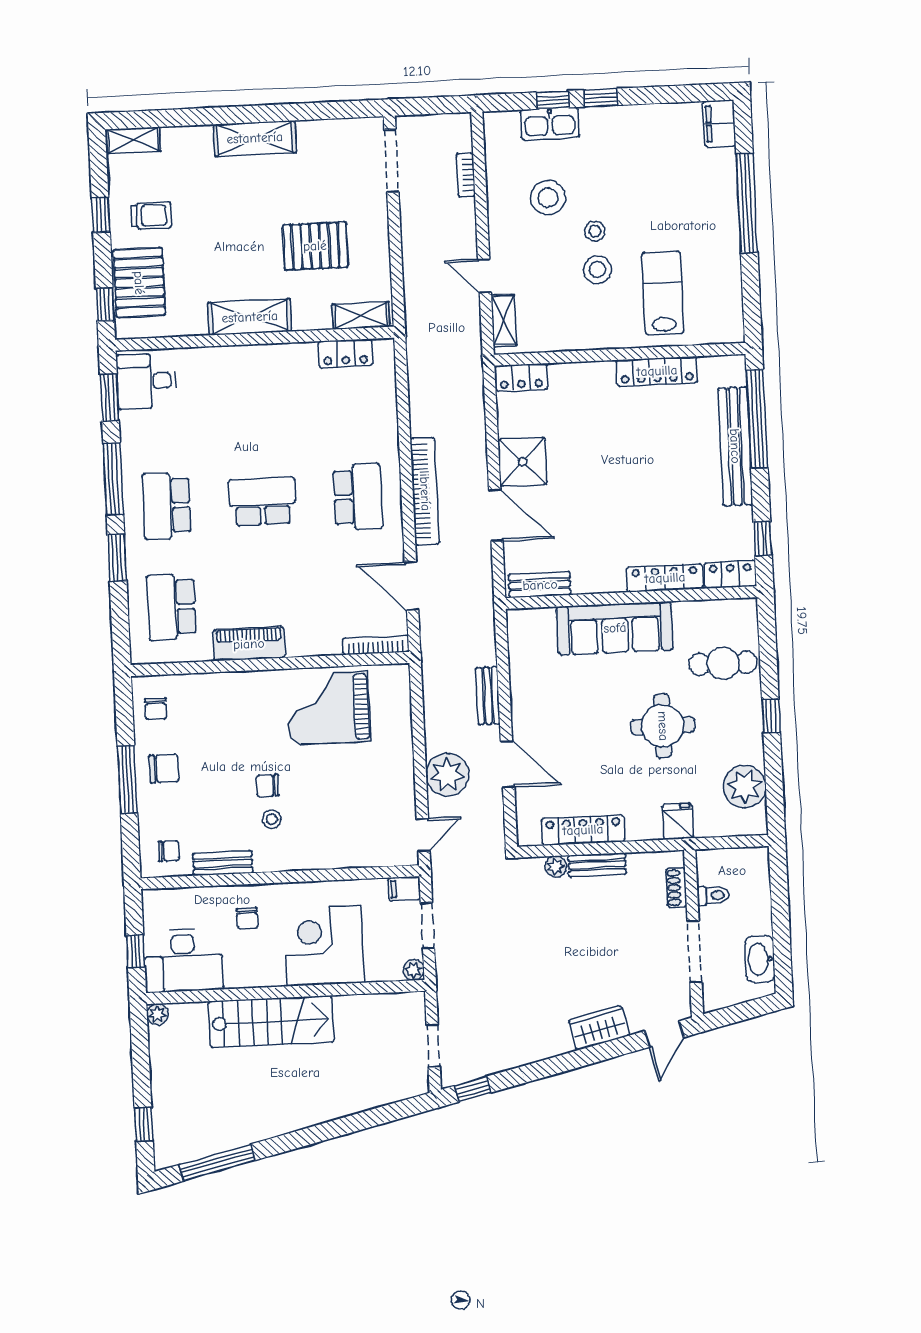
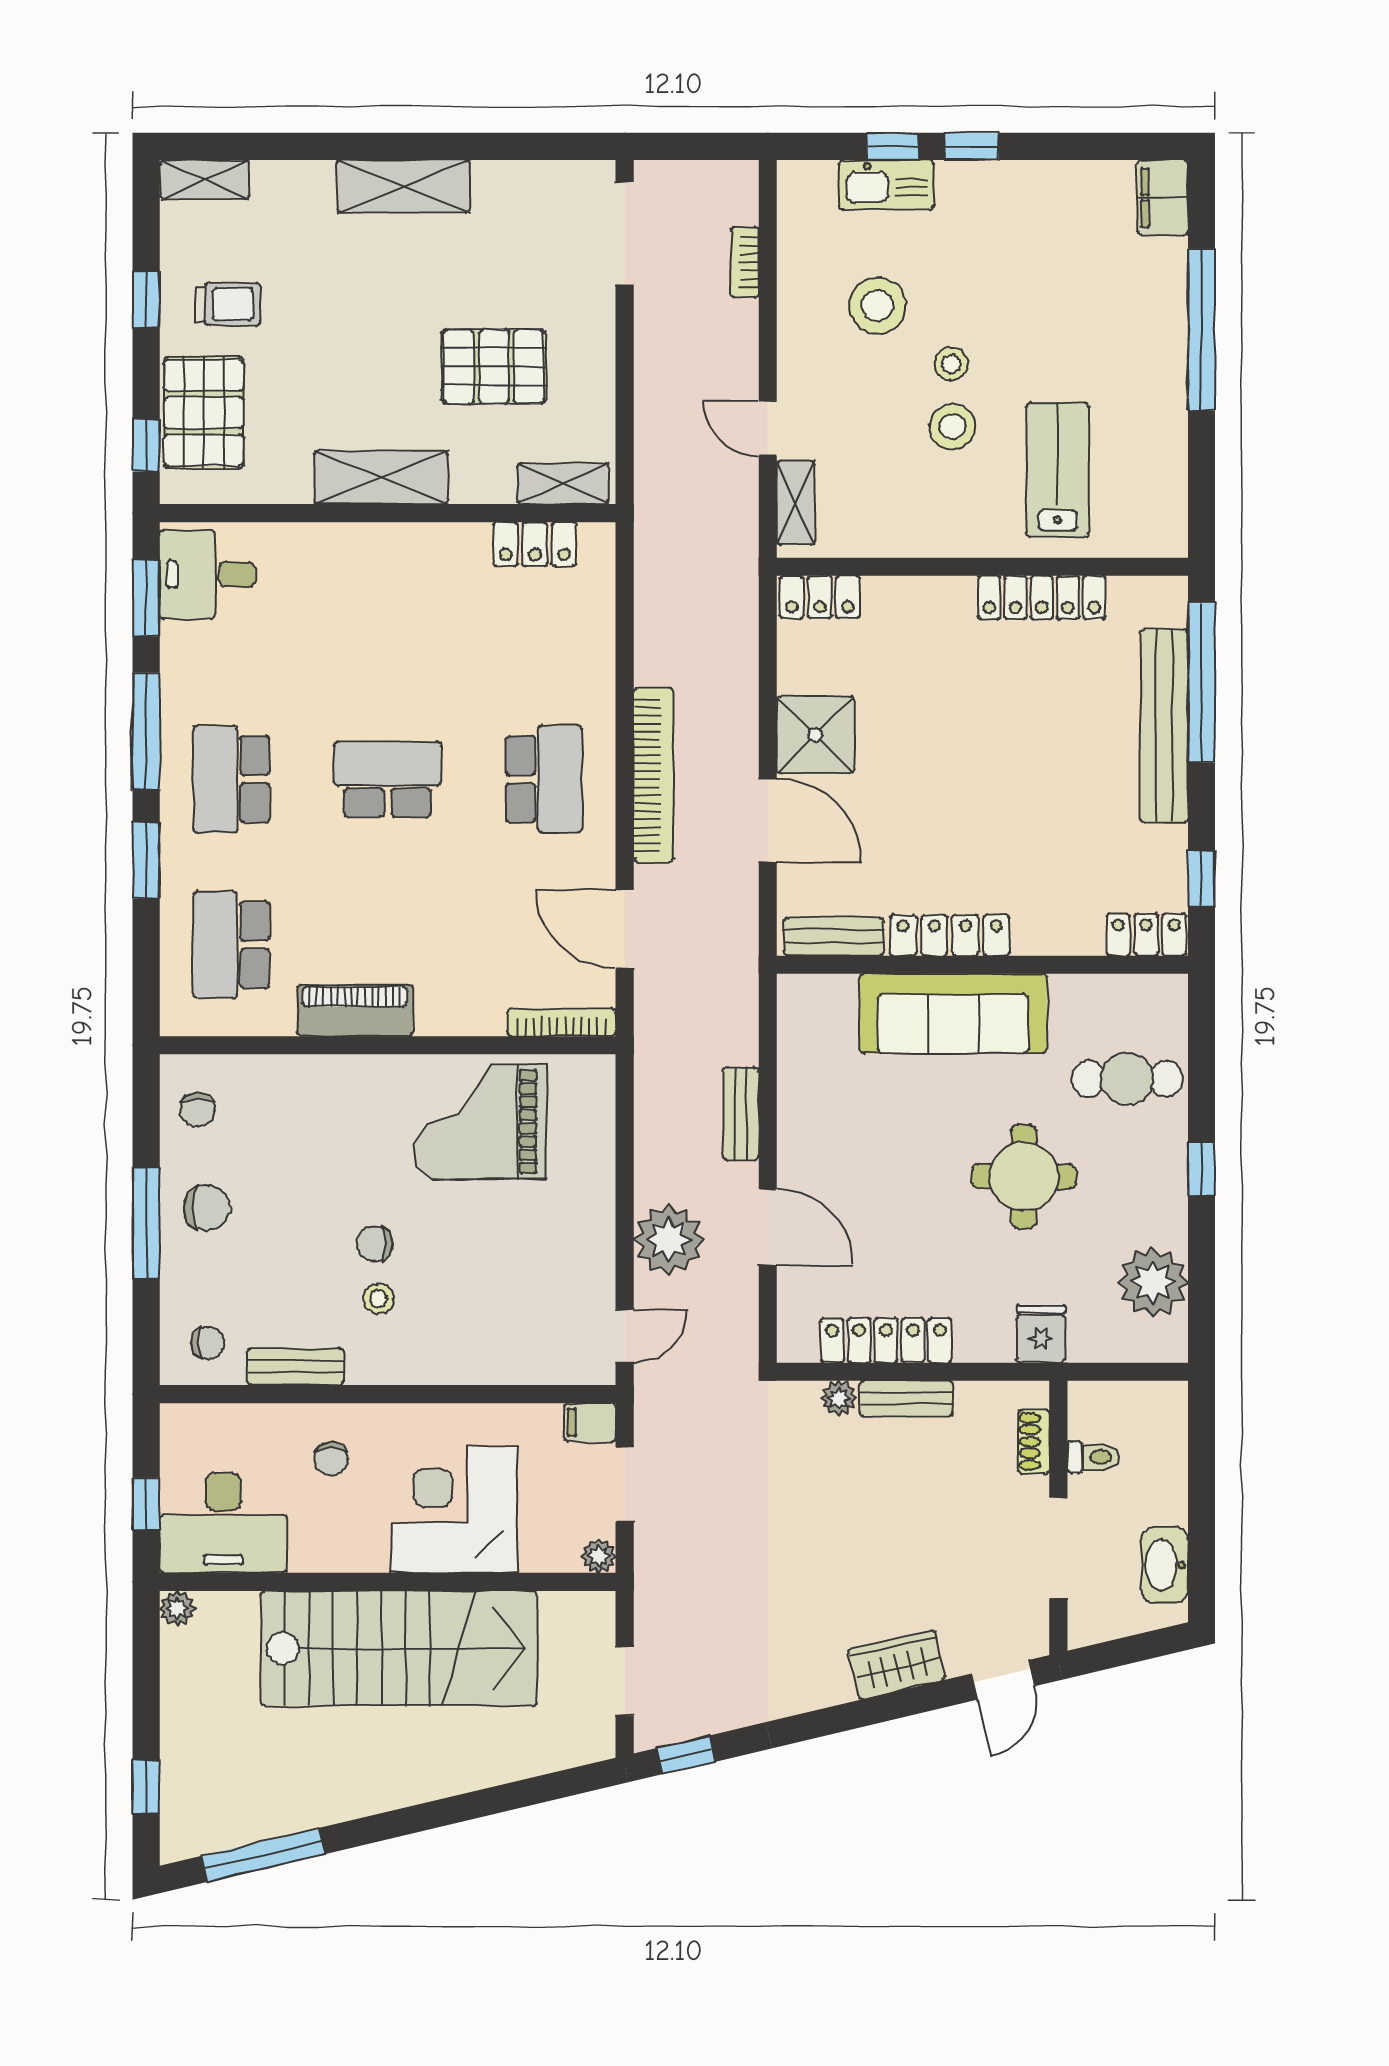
locker: (665, 578) -> (950, 935), moved
stairs: (271, 1021) -> (399, 1648), width x1.36, depth x1.51

